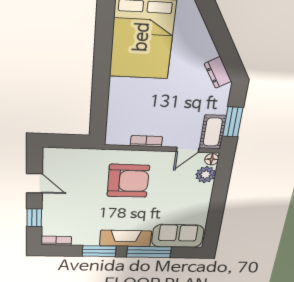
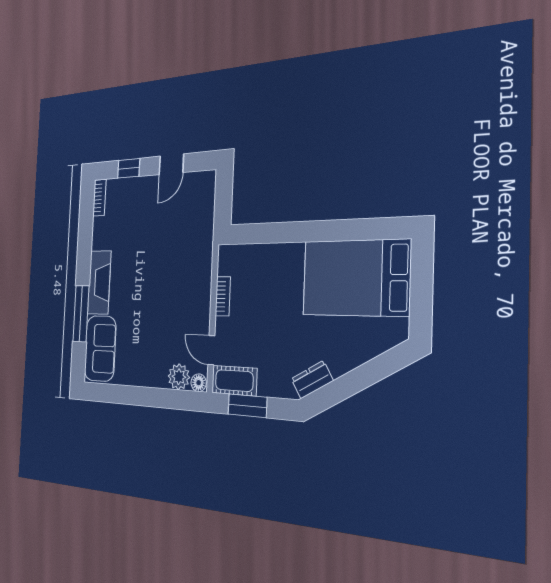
armchair: (128, 181) -> (172, 278), removed
window: (99, 251) -> (84, 251), removed

